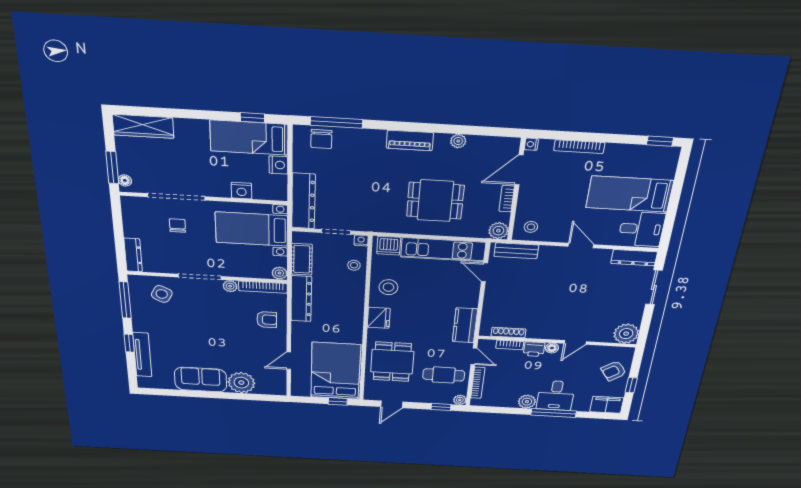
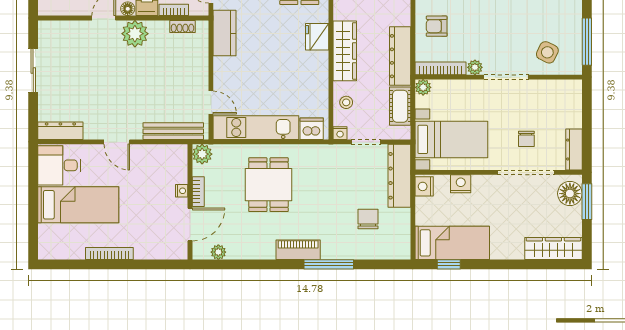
window: (336, 122) -> (329, 264), moved
chair: (321, 139) -> (368, 219), moved
plant: (458, 141) -> (218, 252), moved
window: (660, 141) -> (60, 264), removed
nightstand: (531, 144) -> (182, 191), moved
bookcase: (579, 147) -> (109, 254), moved
nightstand: (278, 165) -> (424, 186), moved
floor lamp: (125, 180) -> (570, 194), width x1.89, depth x1.89
dining table: (435, 201) -> (268, 185), turned 90
stool: (531, 227) -> (170, 161), removed
bench: (516, 251) -> (173, 131), width x1.36
dresser: (133, 255) -> (574, 150), moved
stool: (388, 287) -> (309, 77), removed
sliding door: (654, 287) -> (33, 70), moved
wardrobe: (353, 306) -> (345, 51), added
shoe rack: (509, 333) -> (182, 26), width x0.70
plant: (626, 334) -> (135, 34), moved

